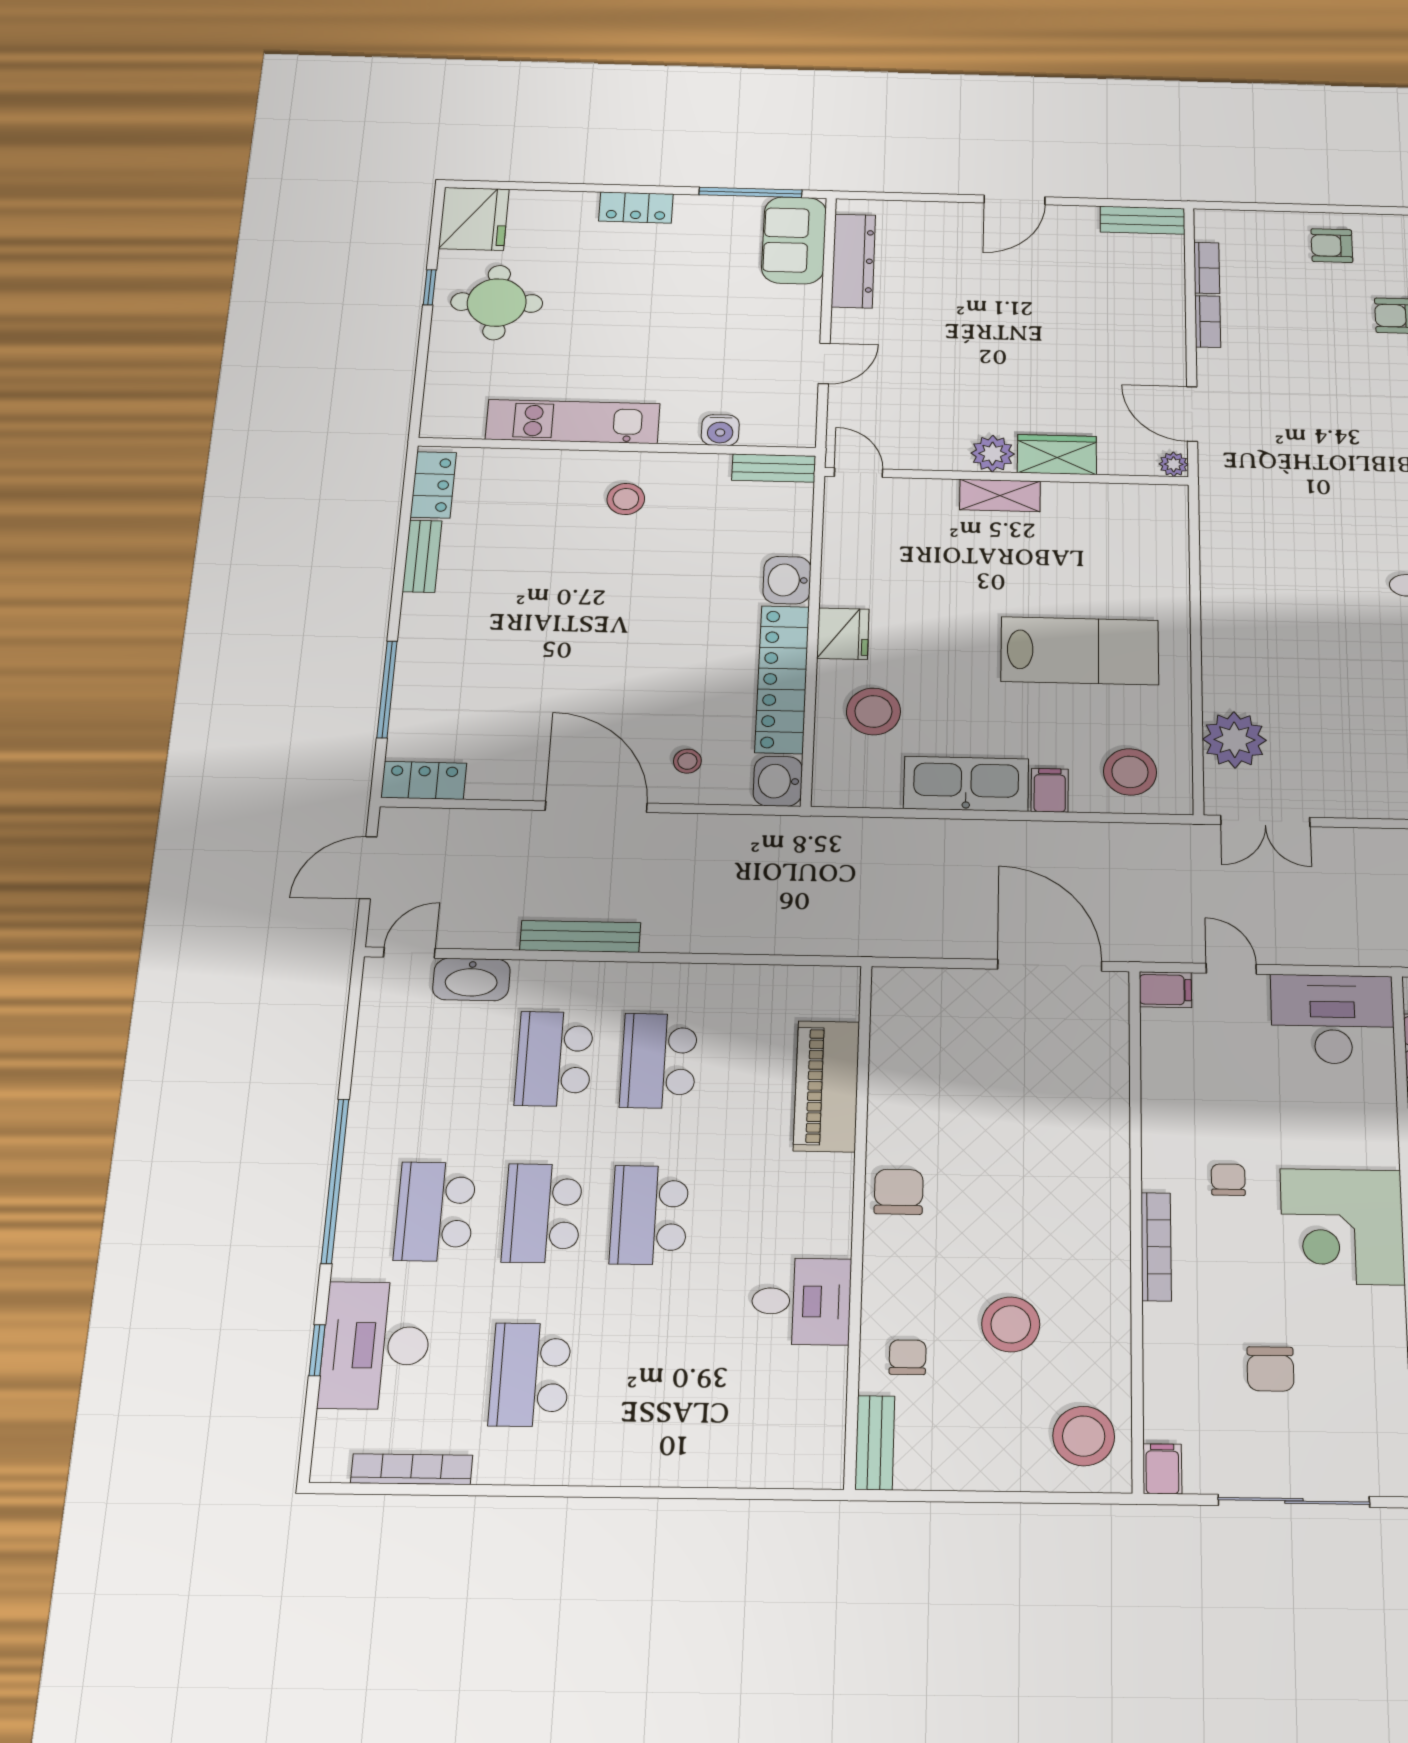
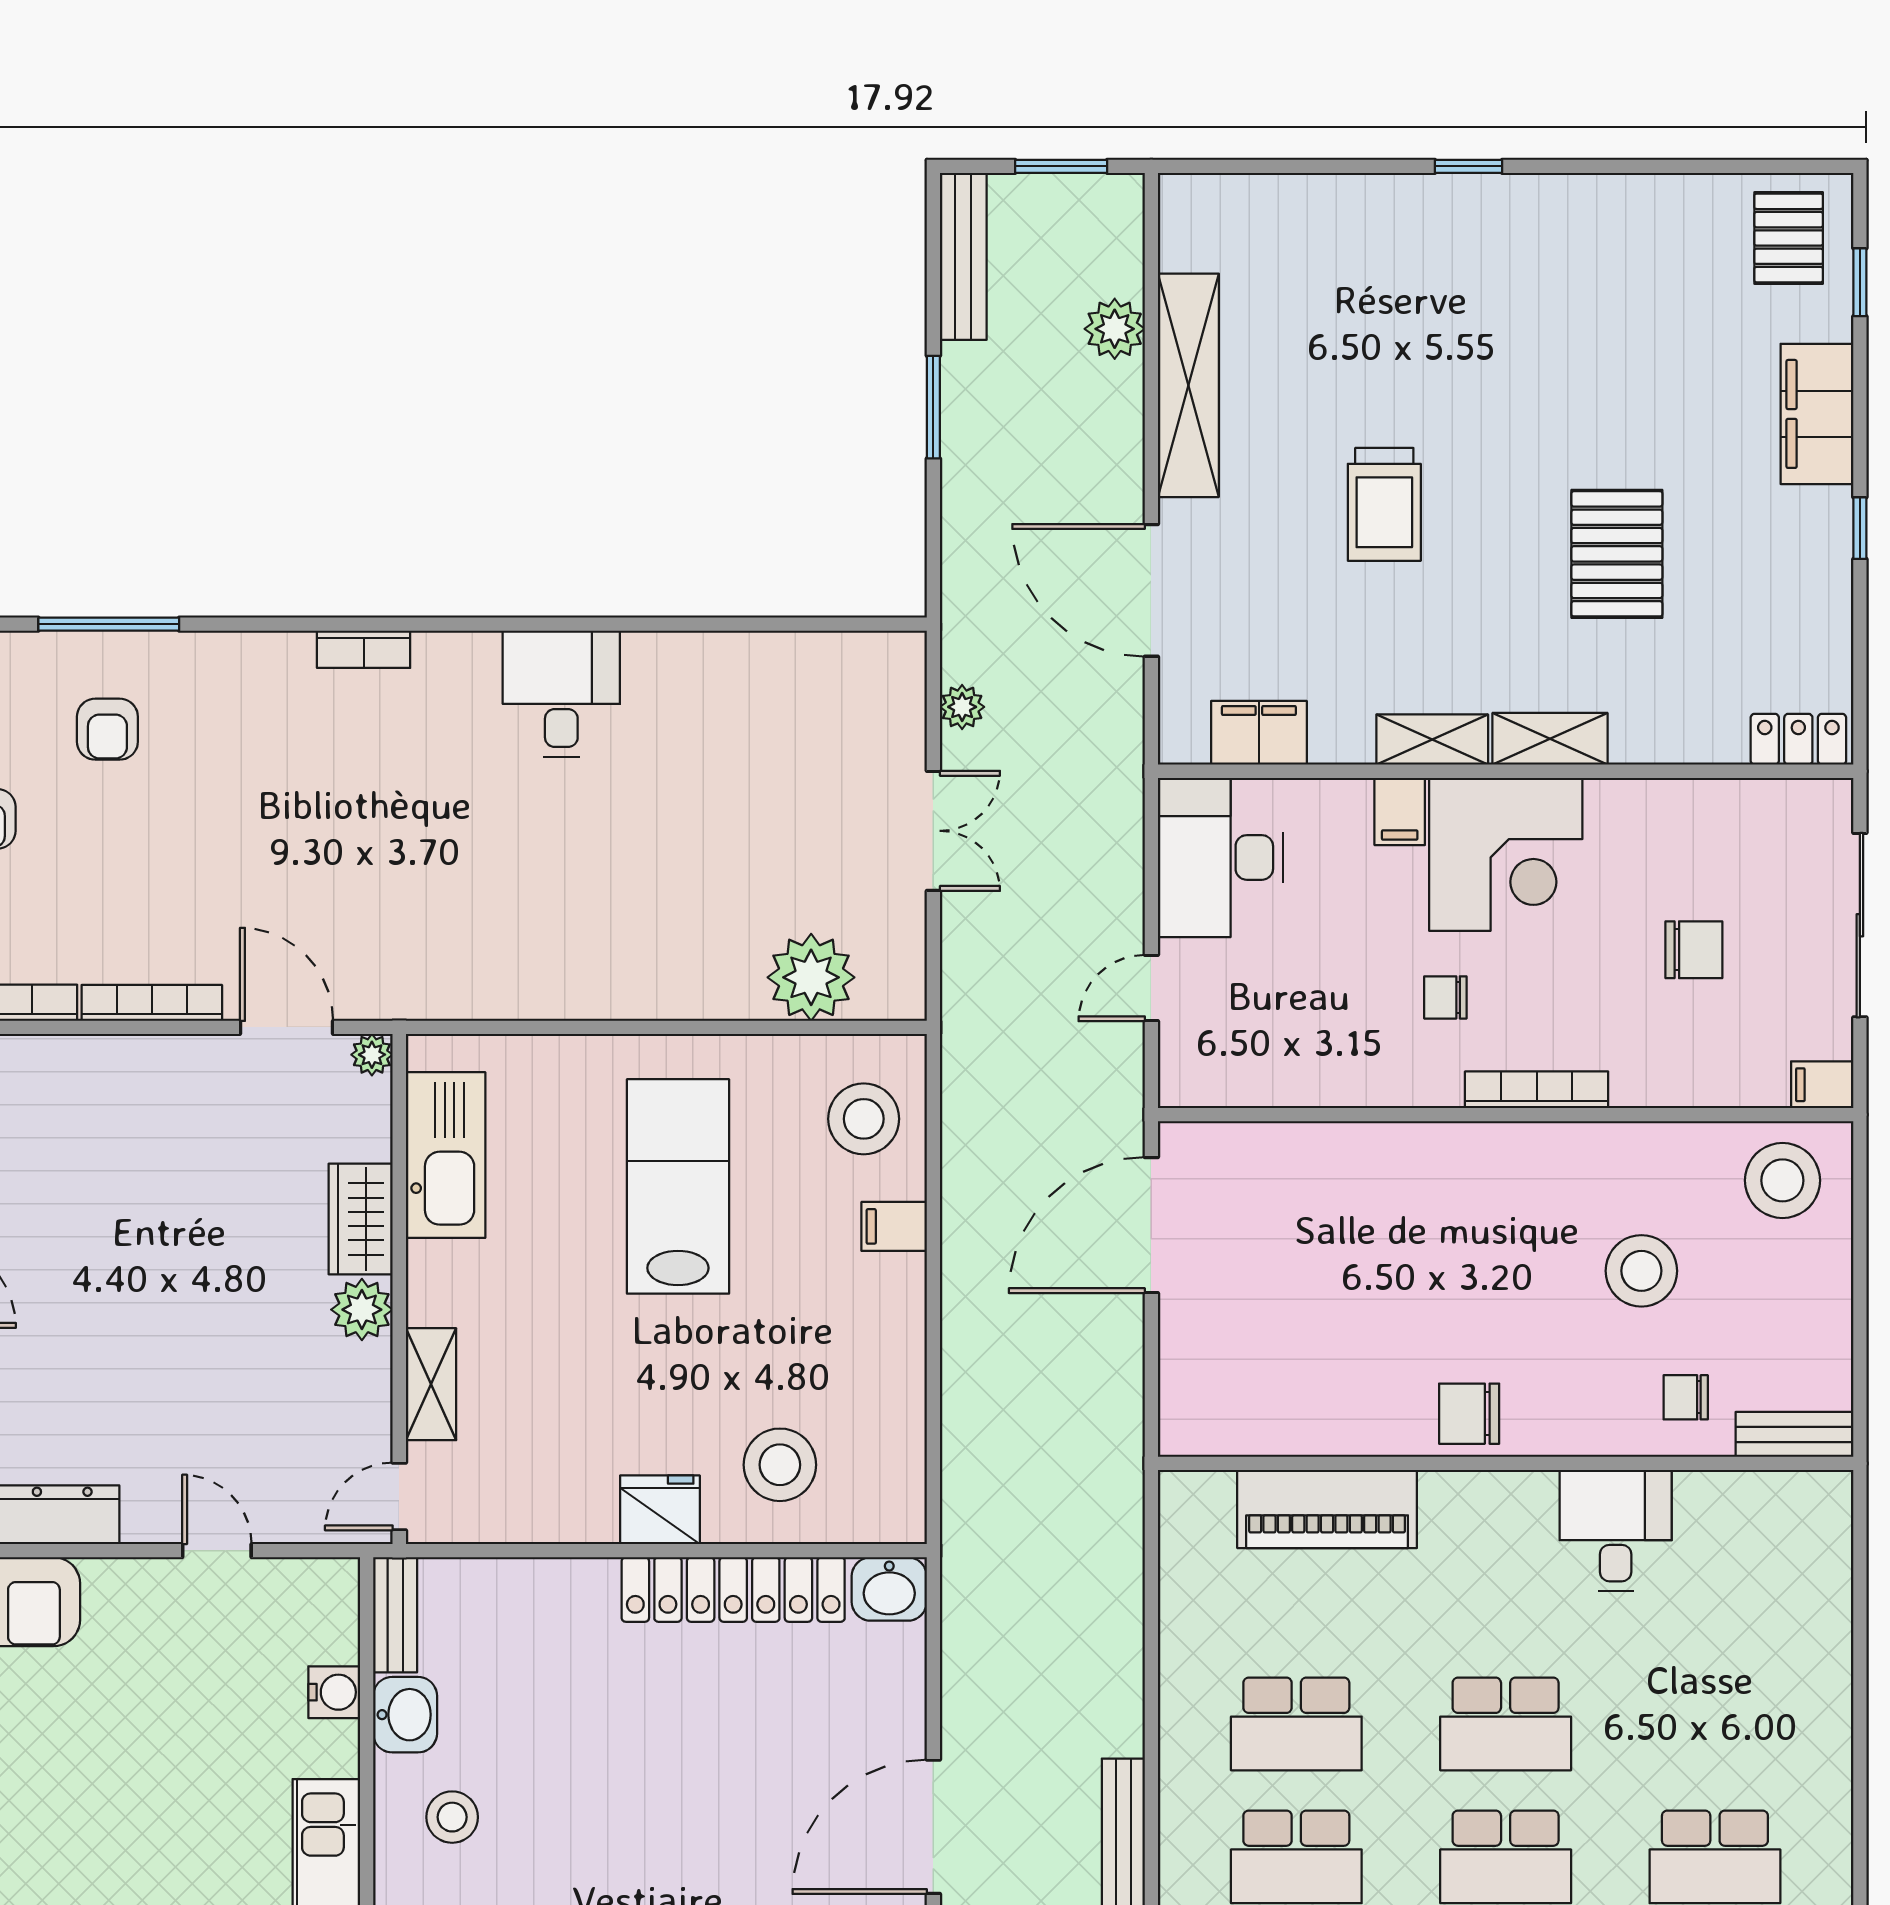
bookcase: (1208, 322) -> (152, 1003), width x1.56
door: (1192, 414) -> (287, 1027), swing flipped
shelving: (1000, 495) -> (431, 1384), moved
washbasin: (787, 580) -> (405, 1715), moved, turned -90
stool: (687, 761) -> (862, 1710), removed
kitchen sink: (966, 784) -> (446, 1155), moved, turned 180
double door: (1265, 821) -> (933, 831), moved
filing cabinet: (1165, 990) -> (1400, 811), moved, turned 180

